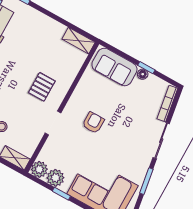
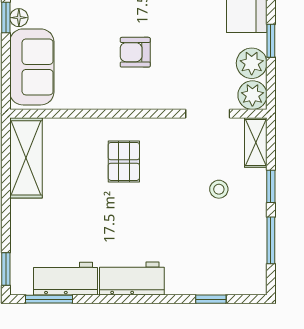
shelving: (79, 41) -> (26, 158), width x1.50, depth x1.33
pallet: (42, 87) -> (124, 161), turned 90
doorway: (53, 123) -> (208, 114), moved

